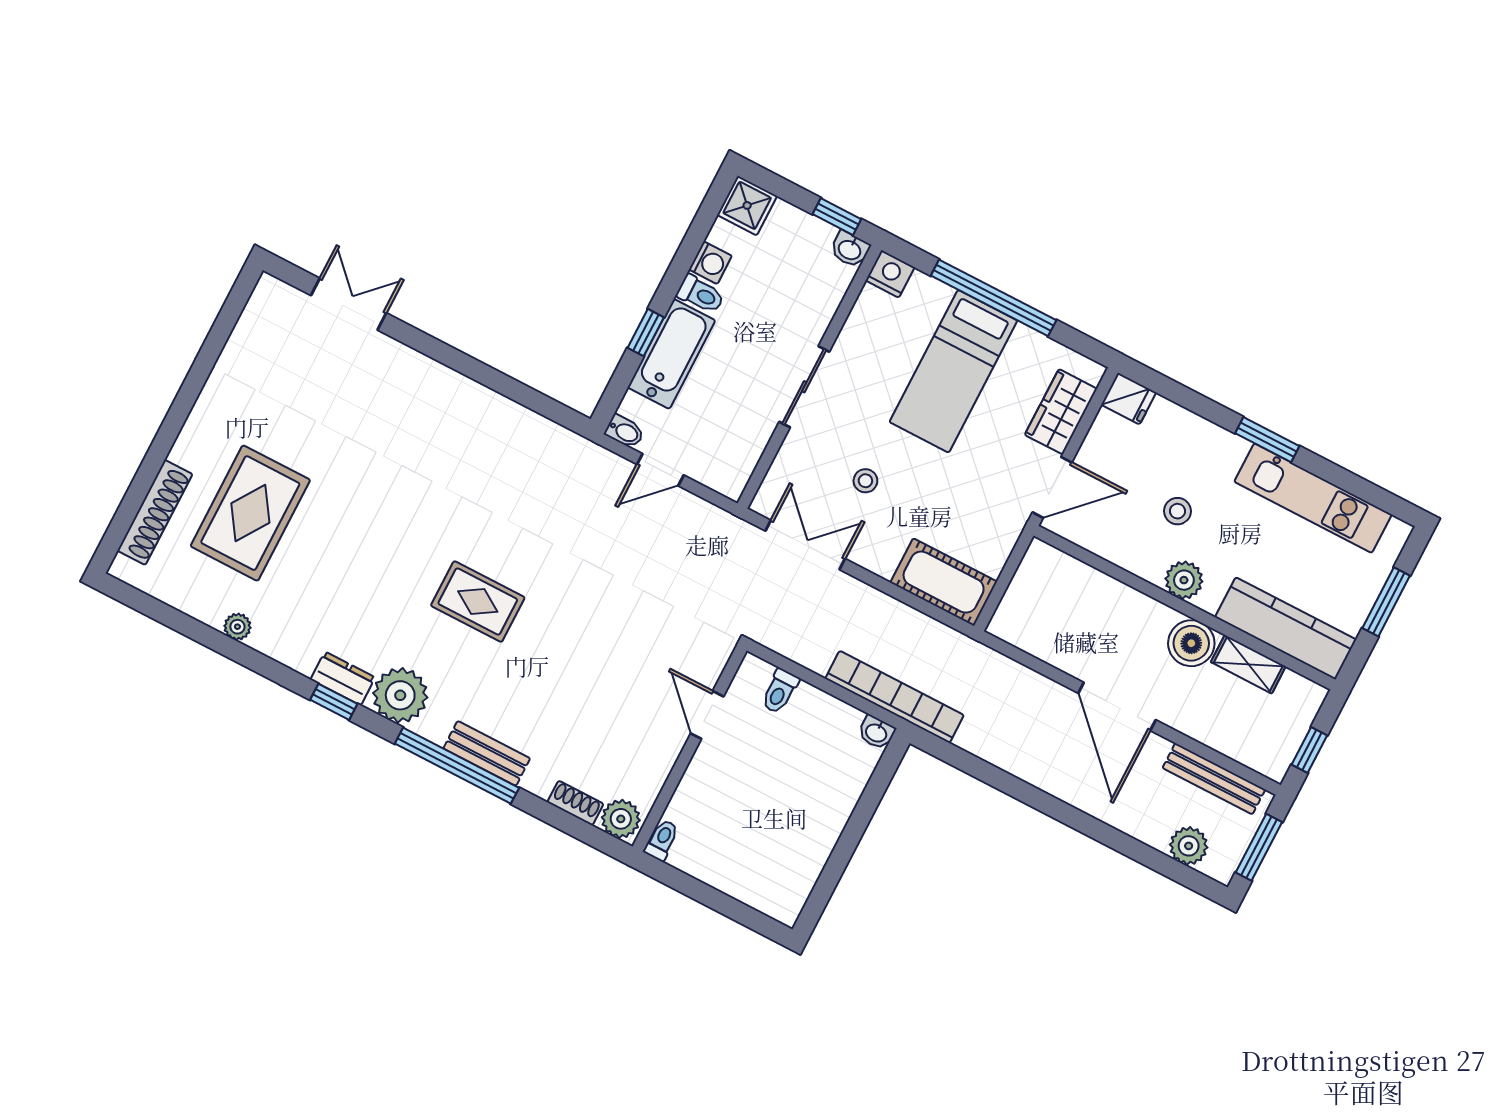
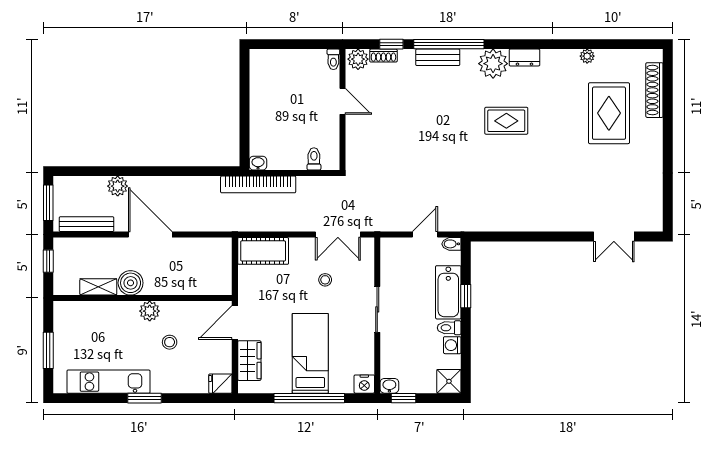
rug: (478, 602) -> (506, 121), moved
kitchen counter: (1286, 628) -> (89, 313), removed
window: (334, 702) -> (391, 44), moved
door: (707, 715) -> (343, 101), moved
plant: (1189, 846) -> (118, 186), moved

